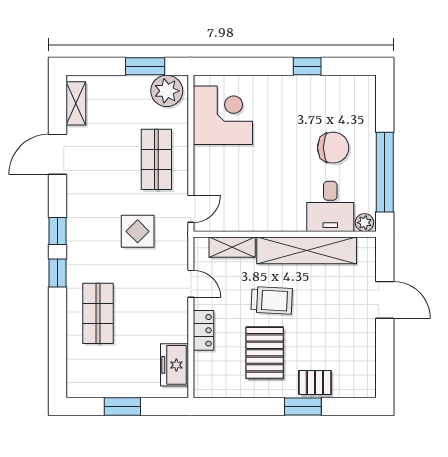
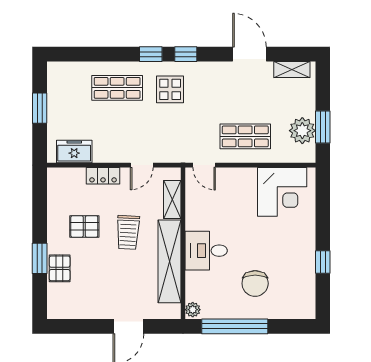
plant: (167, 91) -> (302, 131), moved
desk: (330, 206) -> (206, 251), moved
display table: (138, 231) -> (170, 89), moved
pallet: (265, 353) -> (84, 226), width x0.67, depth x0.71

